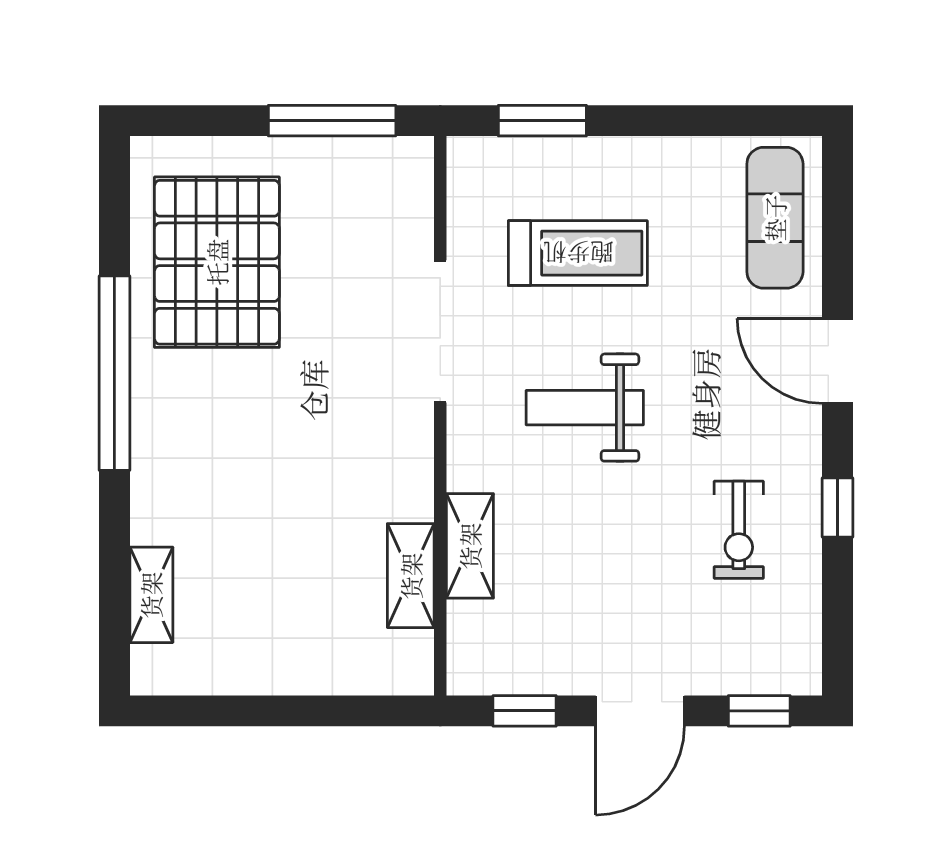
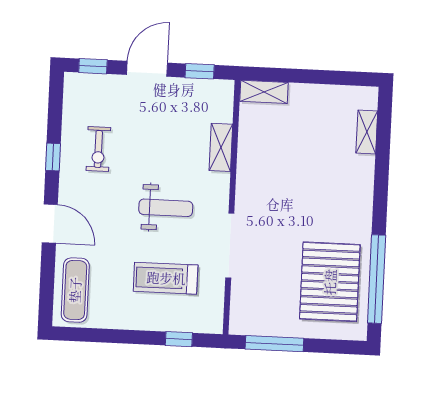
window: (542, 121) -> (179, 339), width x0.67
window: (114, 373) -> (377, 279), moved
exercise bike: (739, 530) -> (98, 149), turned 180
shelving: (411, 576) -> (264, 92), moved, turned 90

